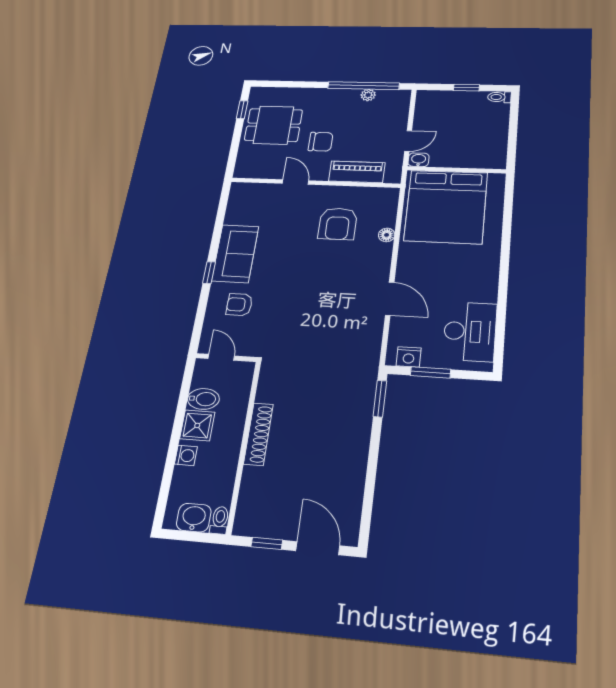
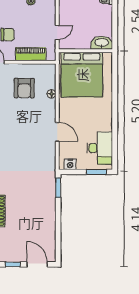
washbasin: (419, 160) -> (102, 43), moved, width x1.91, depth x1.45
window: (431, 372) -> (96, 172), moved

